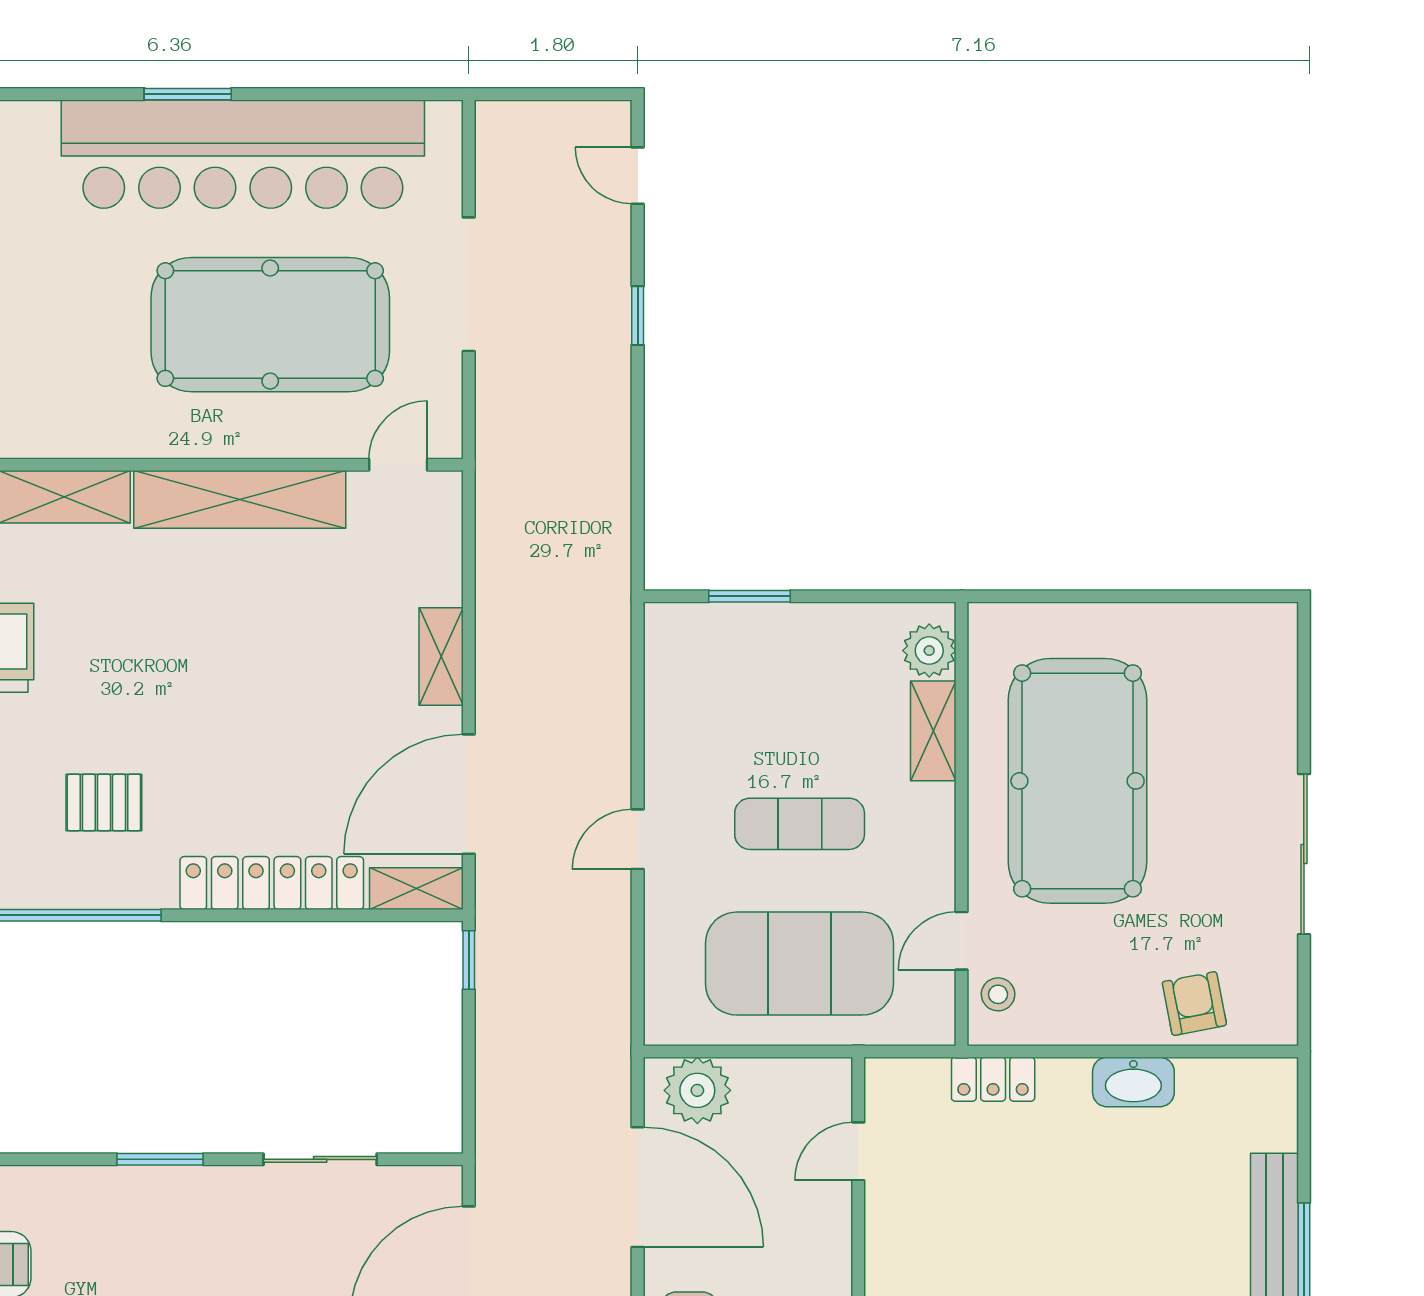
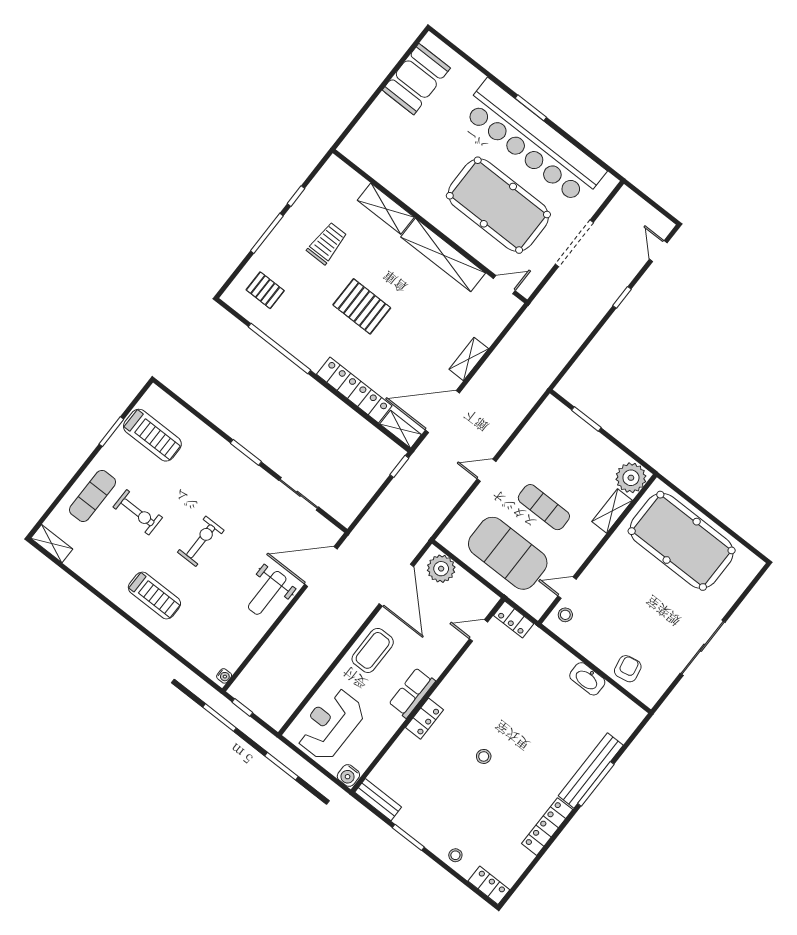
plant: (929, 651) -> (631, 478), width x1.36, depth x1.36
pool table: (1078, 781) -> (682, 541), moved, turned 90
pallet: (104, 803) -> (362, 306), moved, width x1.50, depth x1.42
locker: (993, 1079) -> (514, 620), moved

